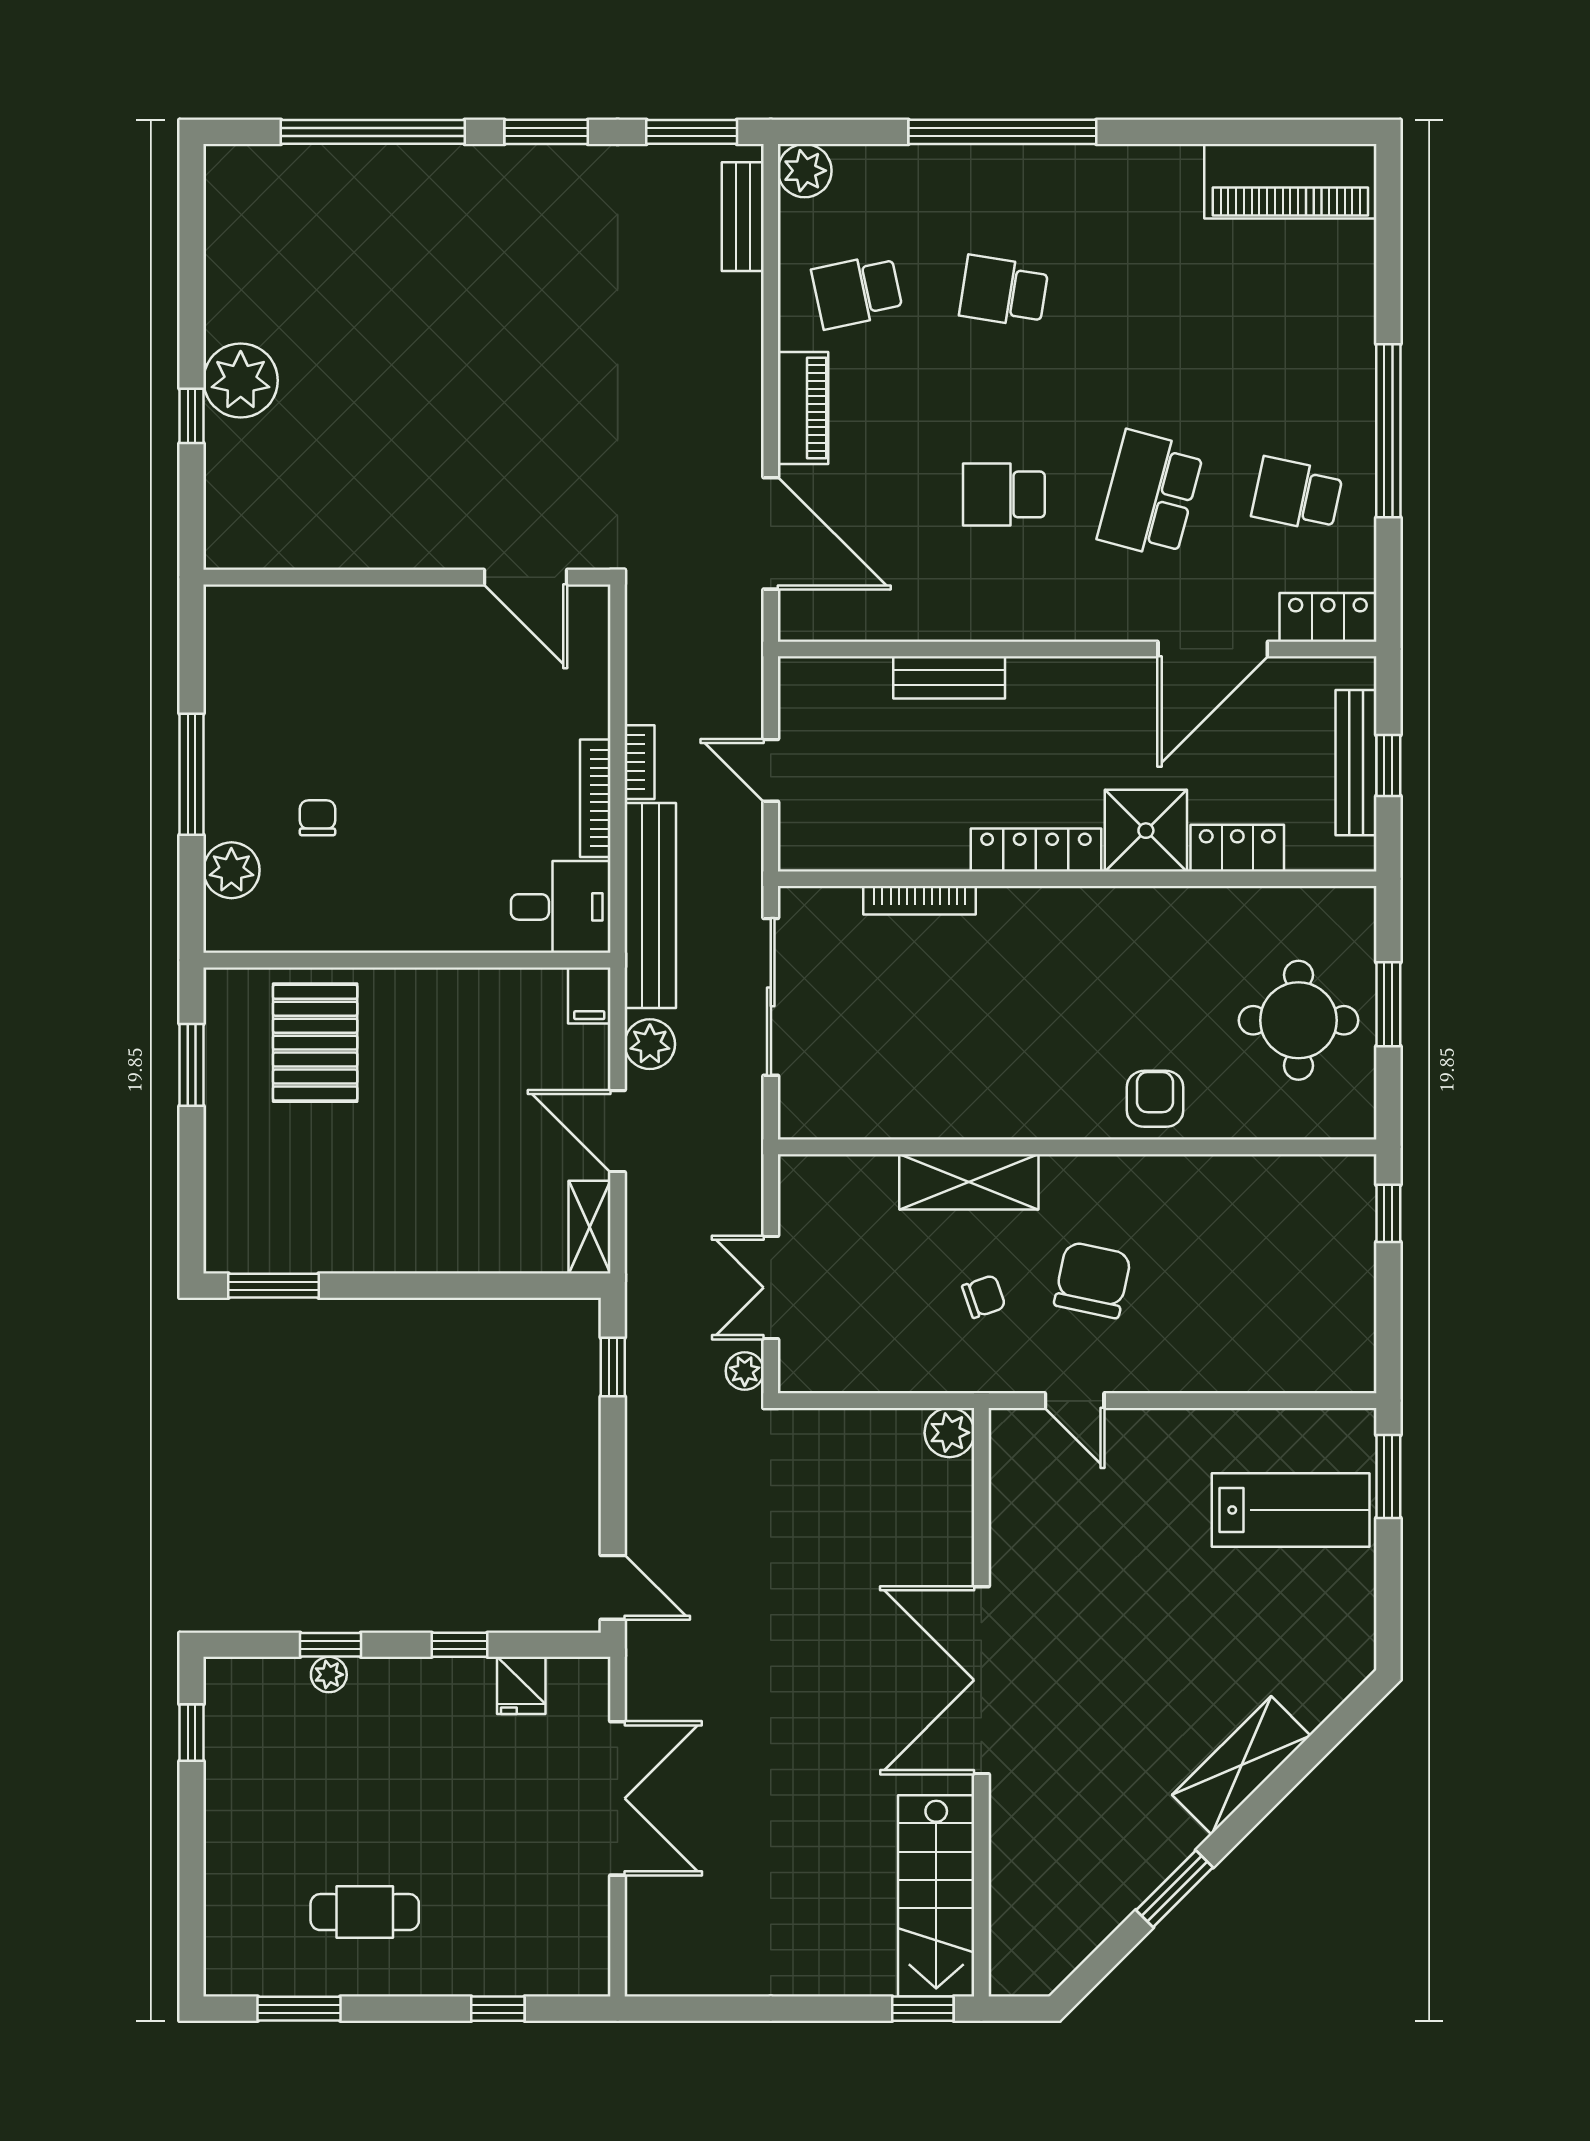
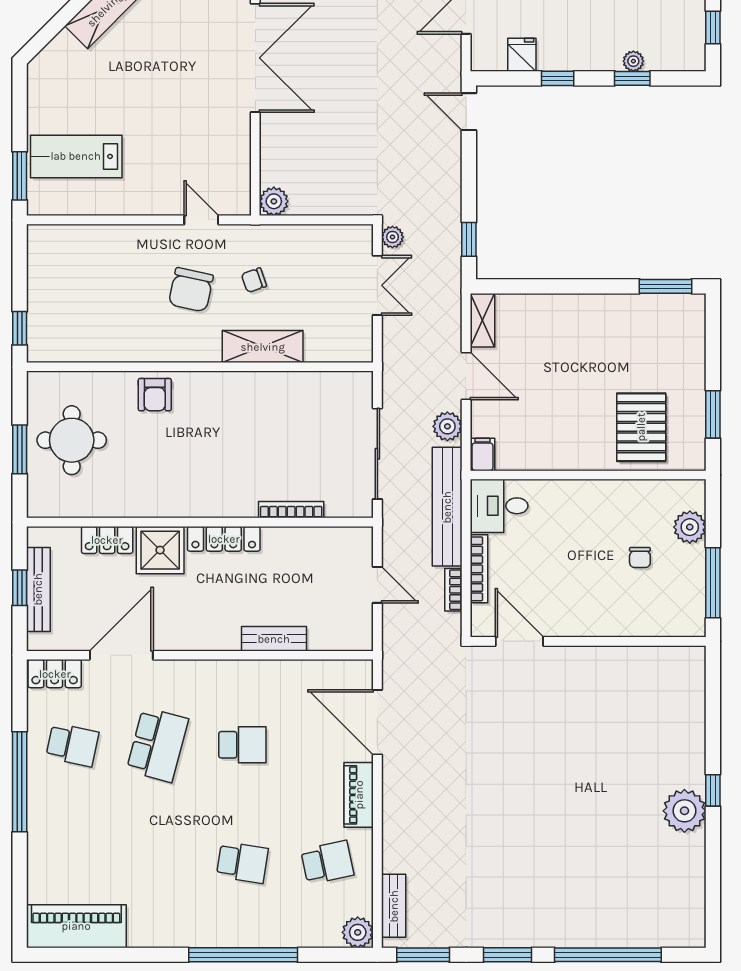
wall: (407, 577) -> (588, 641), moved
door: (526, 577) -> (519, 641), moved

